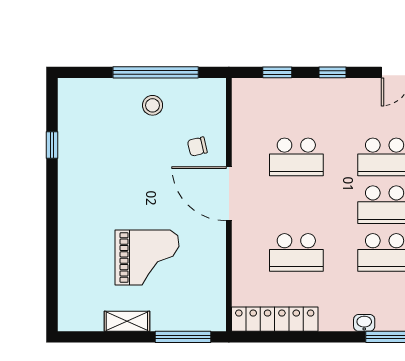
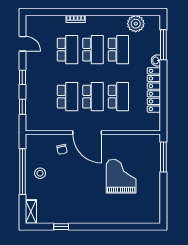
door: (229, 194) -> (87, 133), hinge flipped
school desk: (296, 205) -> (93, 97), added
locker: (275, 319) -> (154, 90), moved
shelving: (127, 321) -> (31, 212), moved

